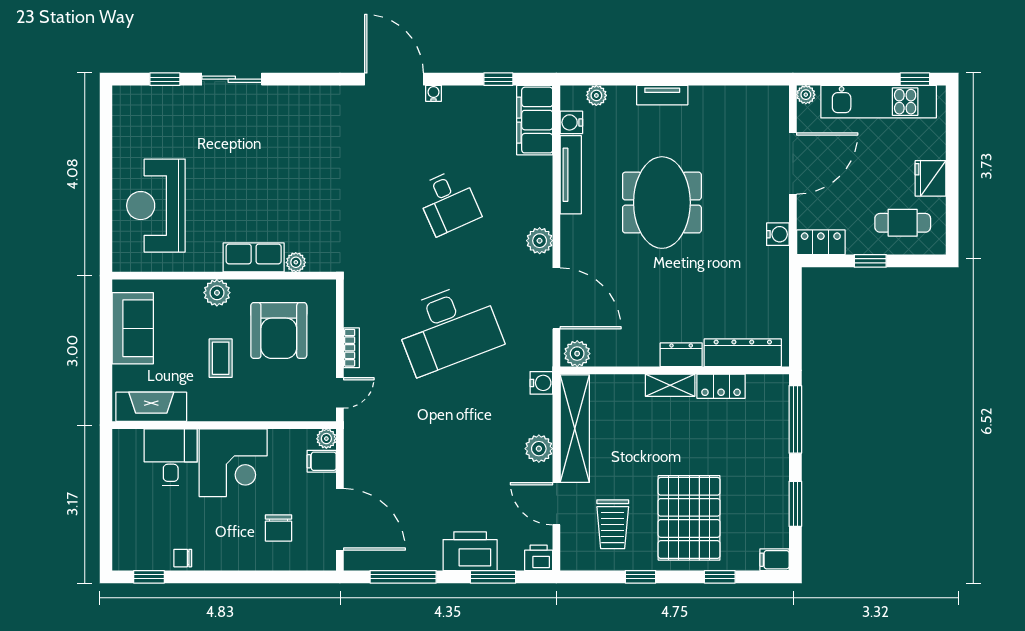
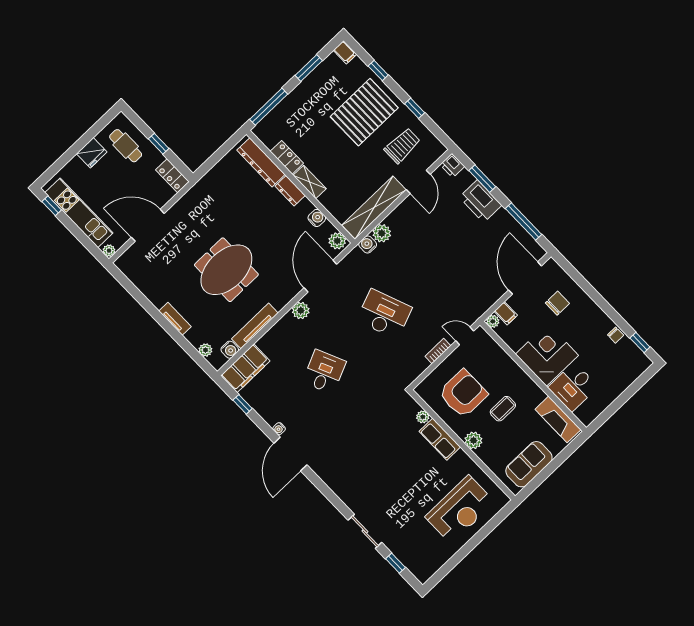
water cooler: (778, 234) -> (317, 218), moved, turned 90
desk: (448, 328) -> (384, 314), width x0.73, depth x0.77
plant: (539, 449) -> (382, 233), moved

